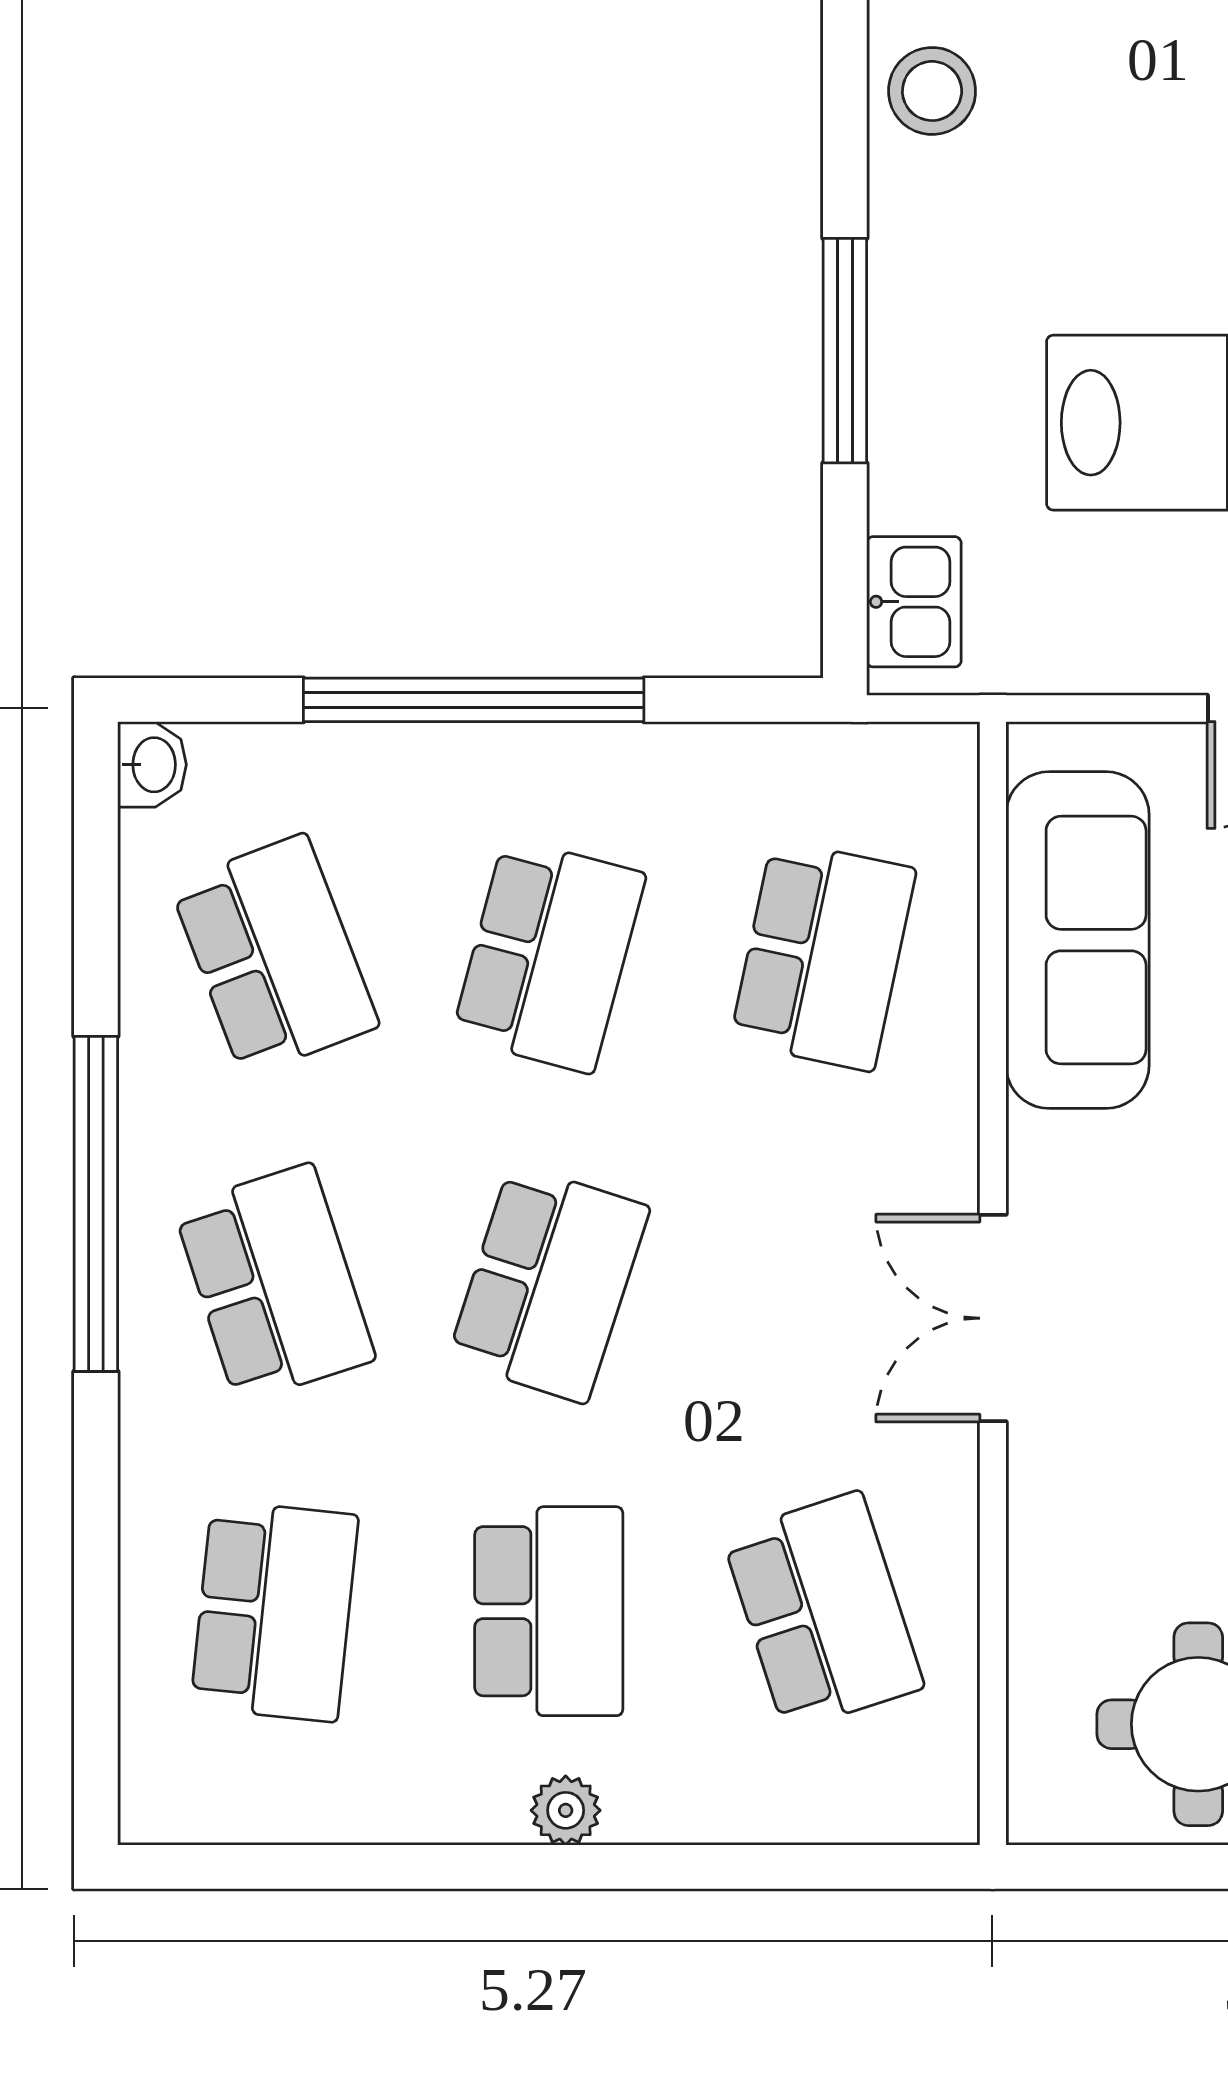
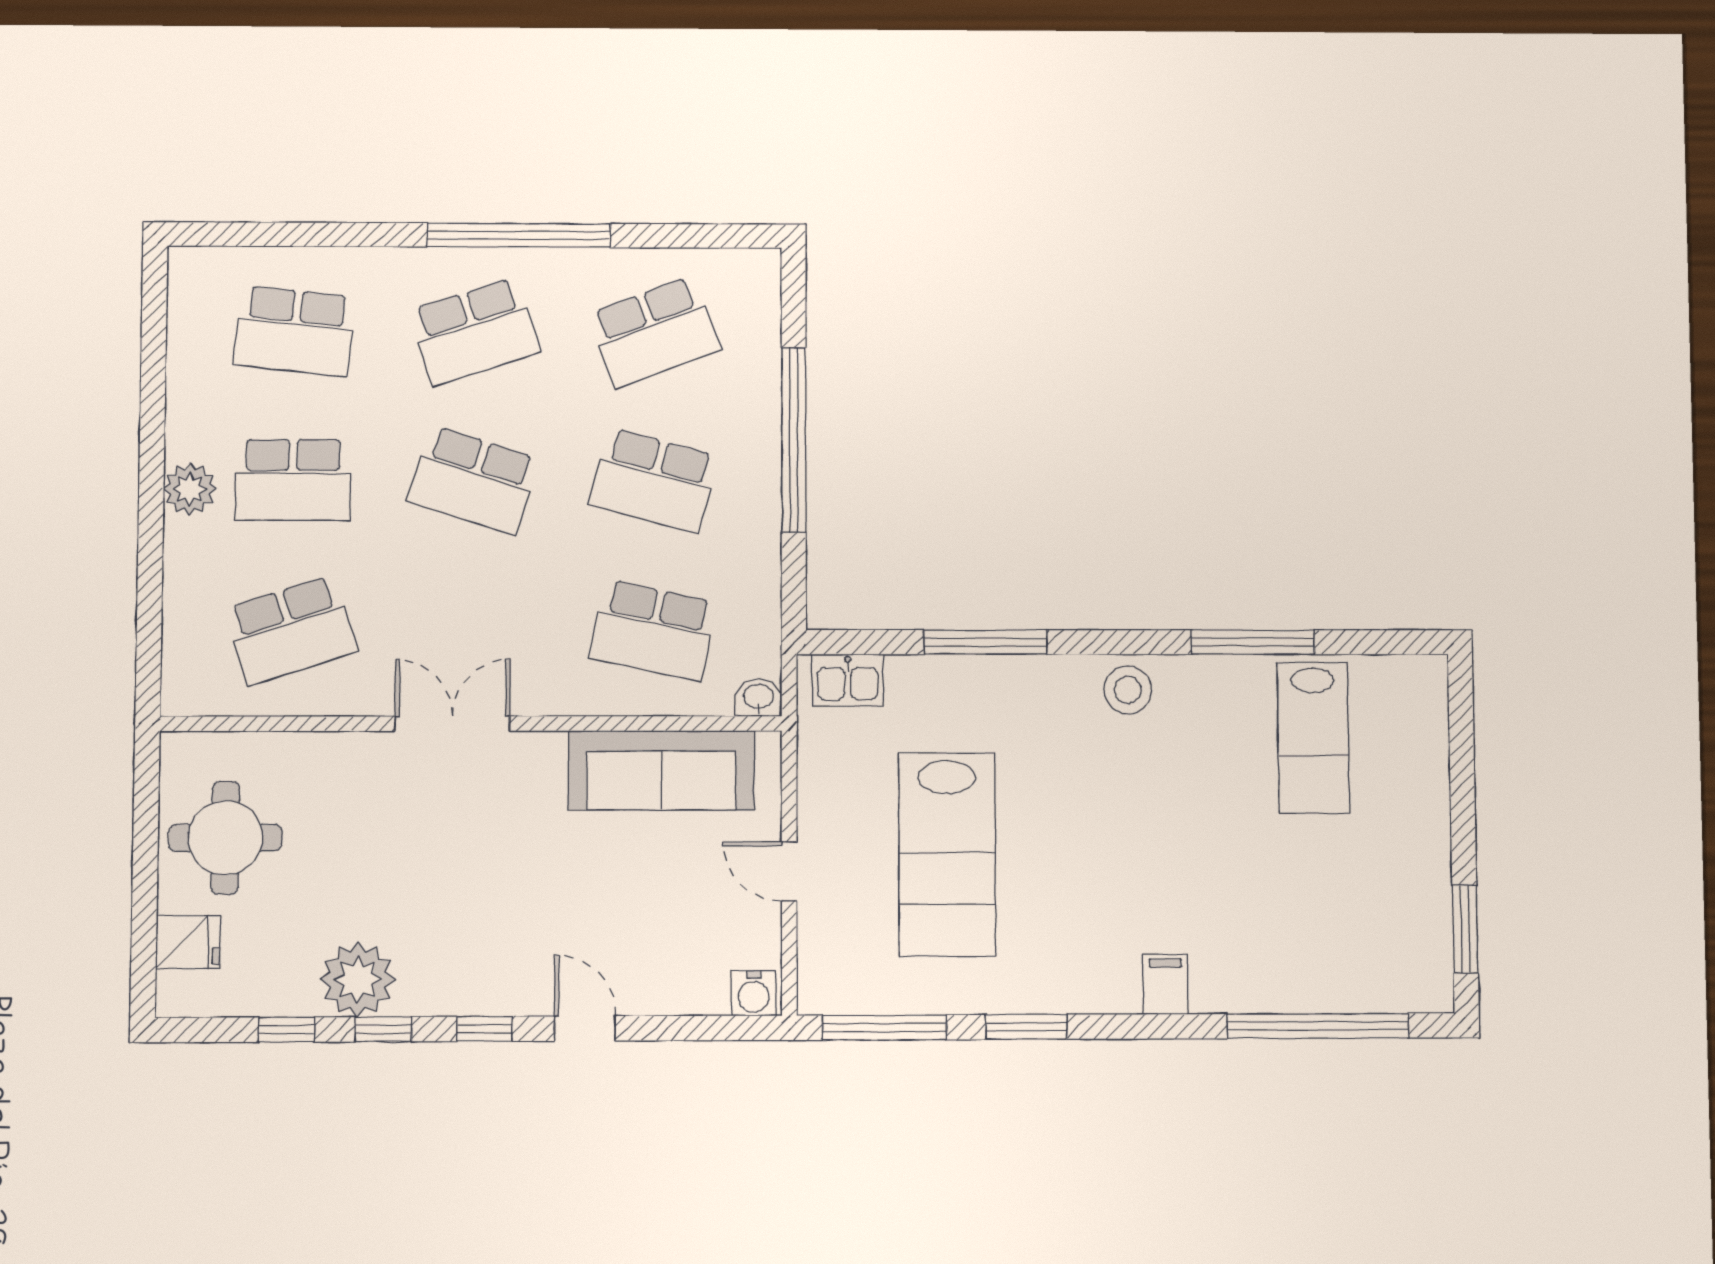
washbasin: (152, 765) -> (759, 697), moved, turned 180
plant: (566, 1810) -> (190, 489), width x1.38, depth x1.38

